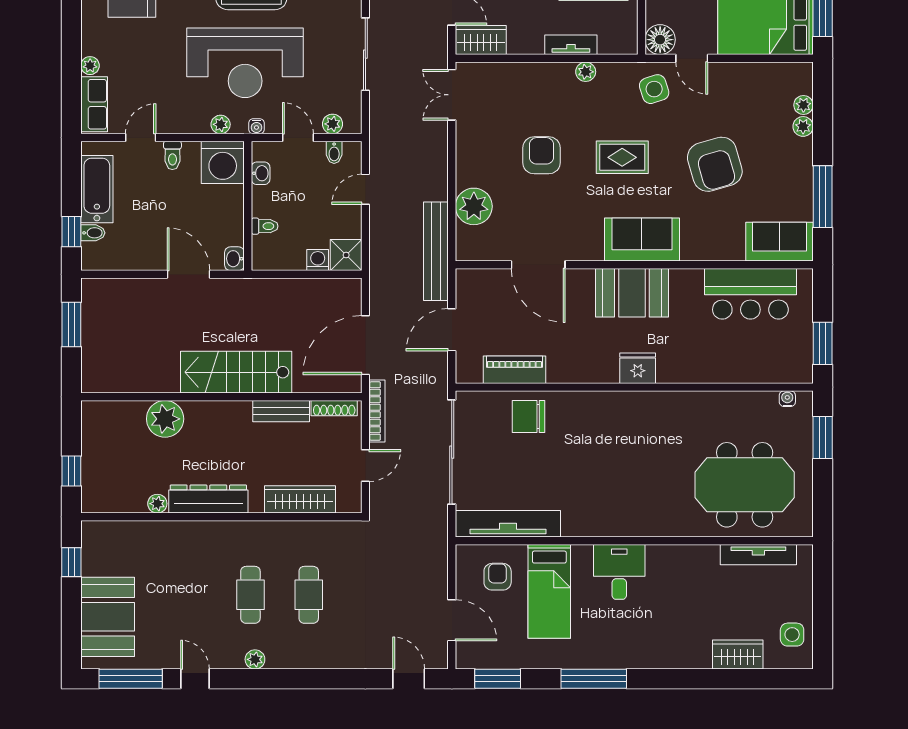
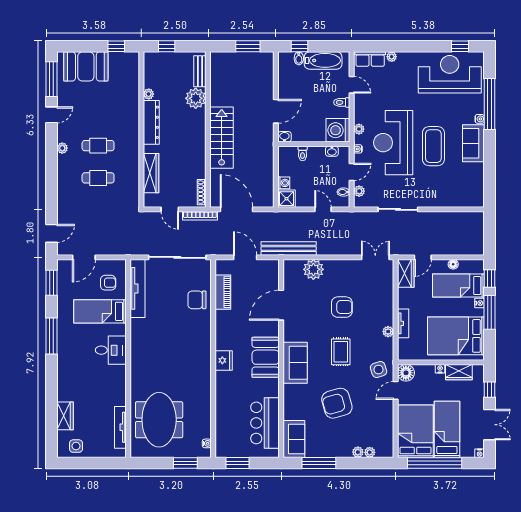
bench: (281, 411) -> (200, 71), moved
chair: (528, 416) -> (197, 300), turned -90

